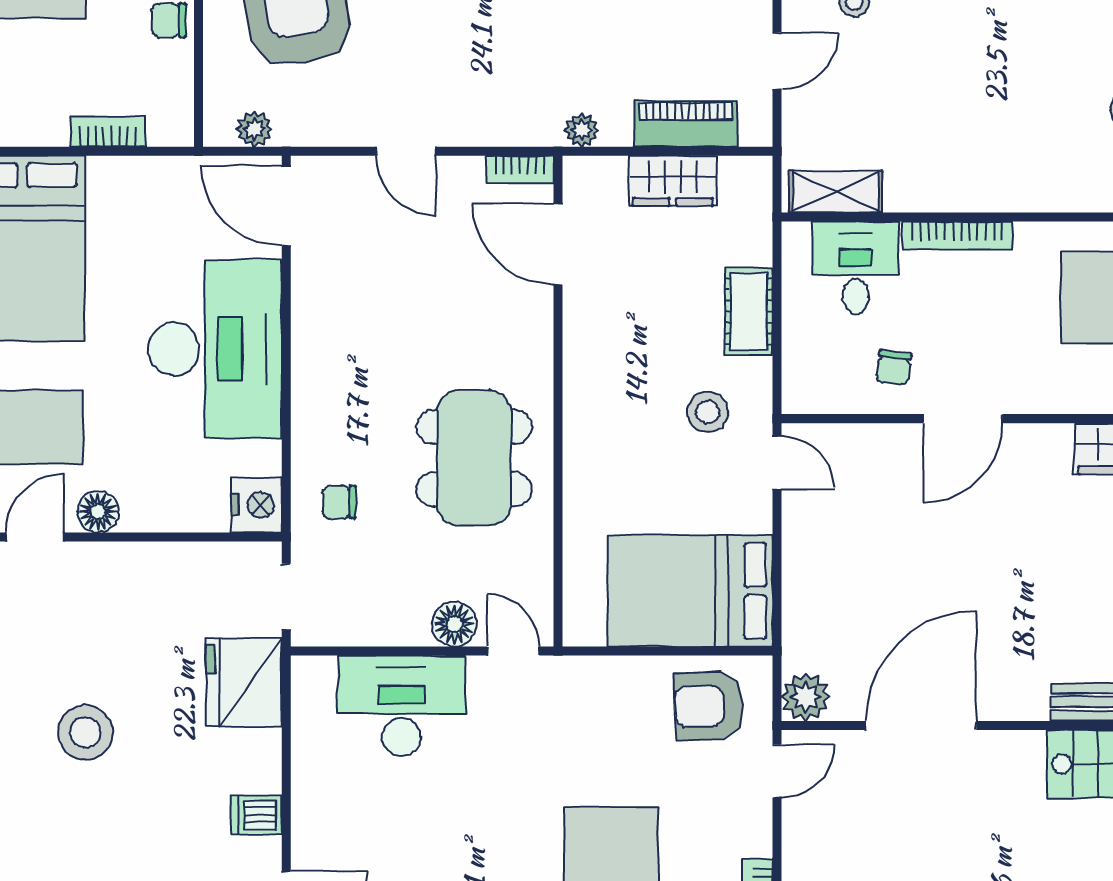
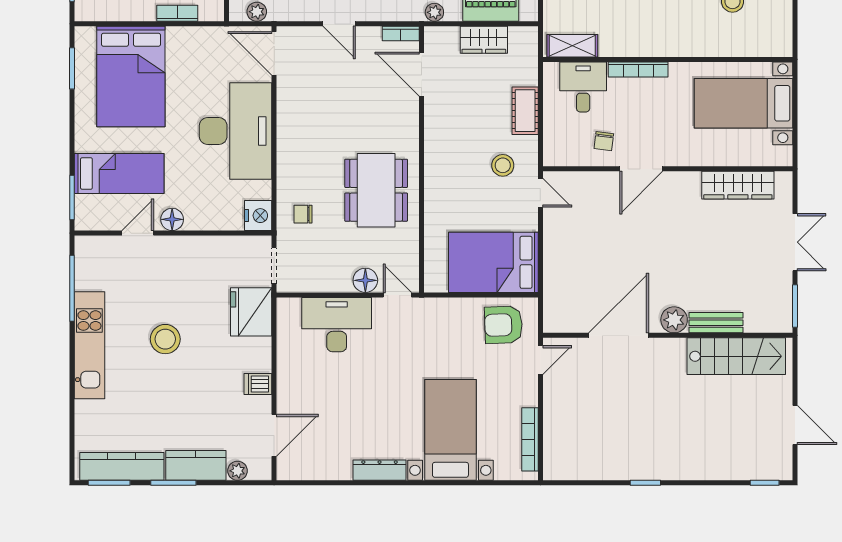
plant: (806, 697) -> (674, 320), moved

